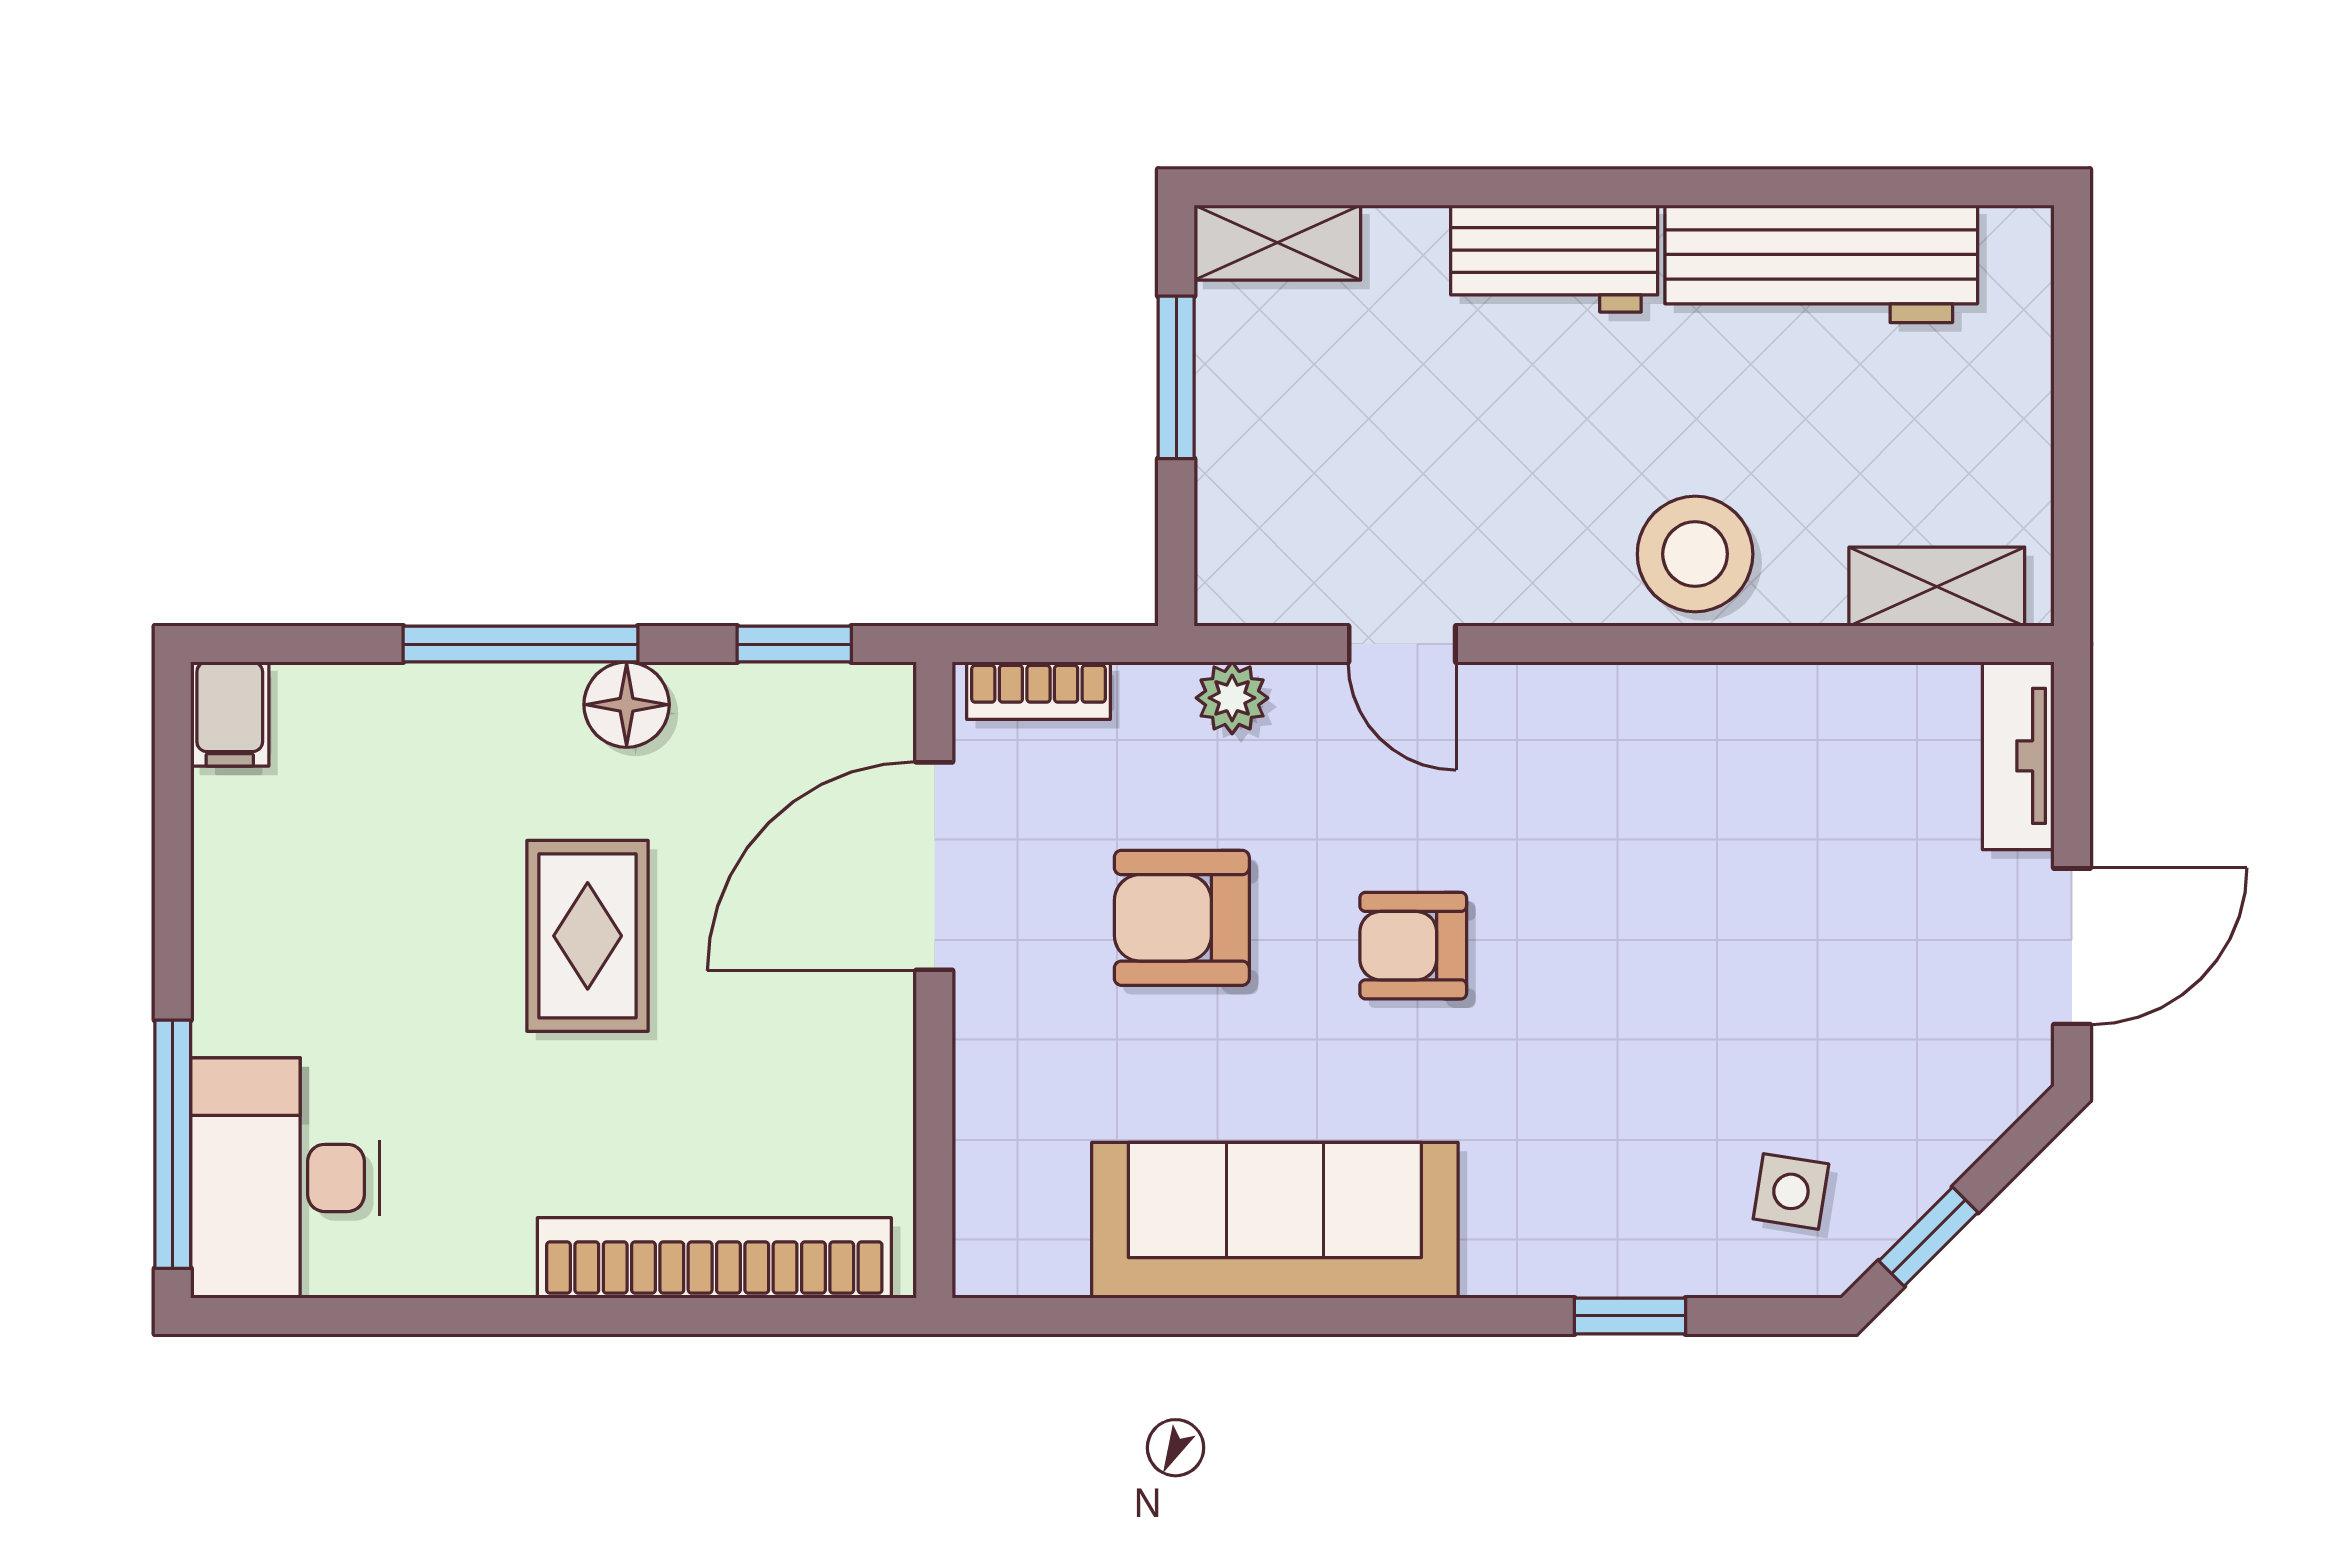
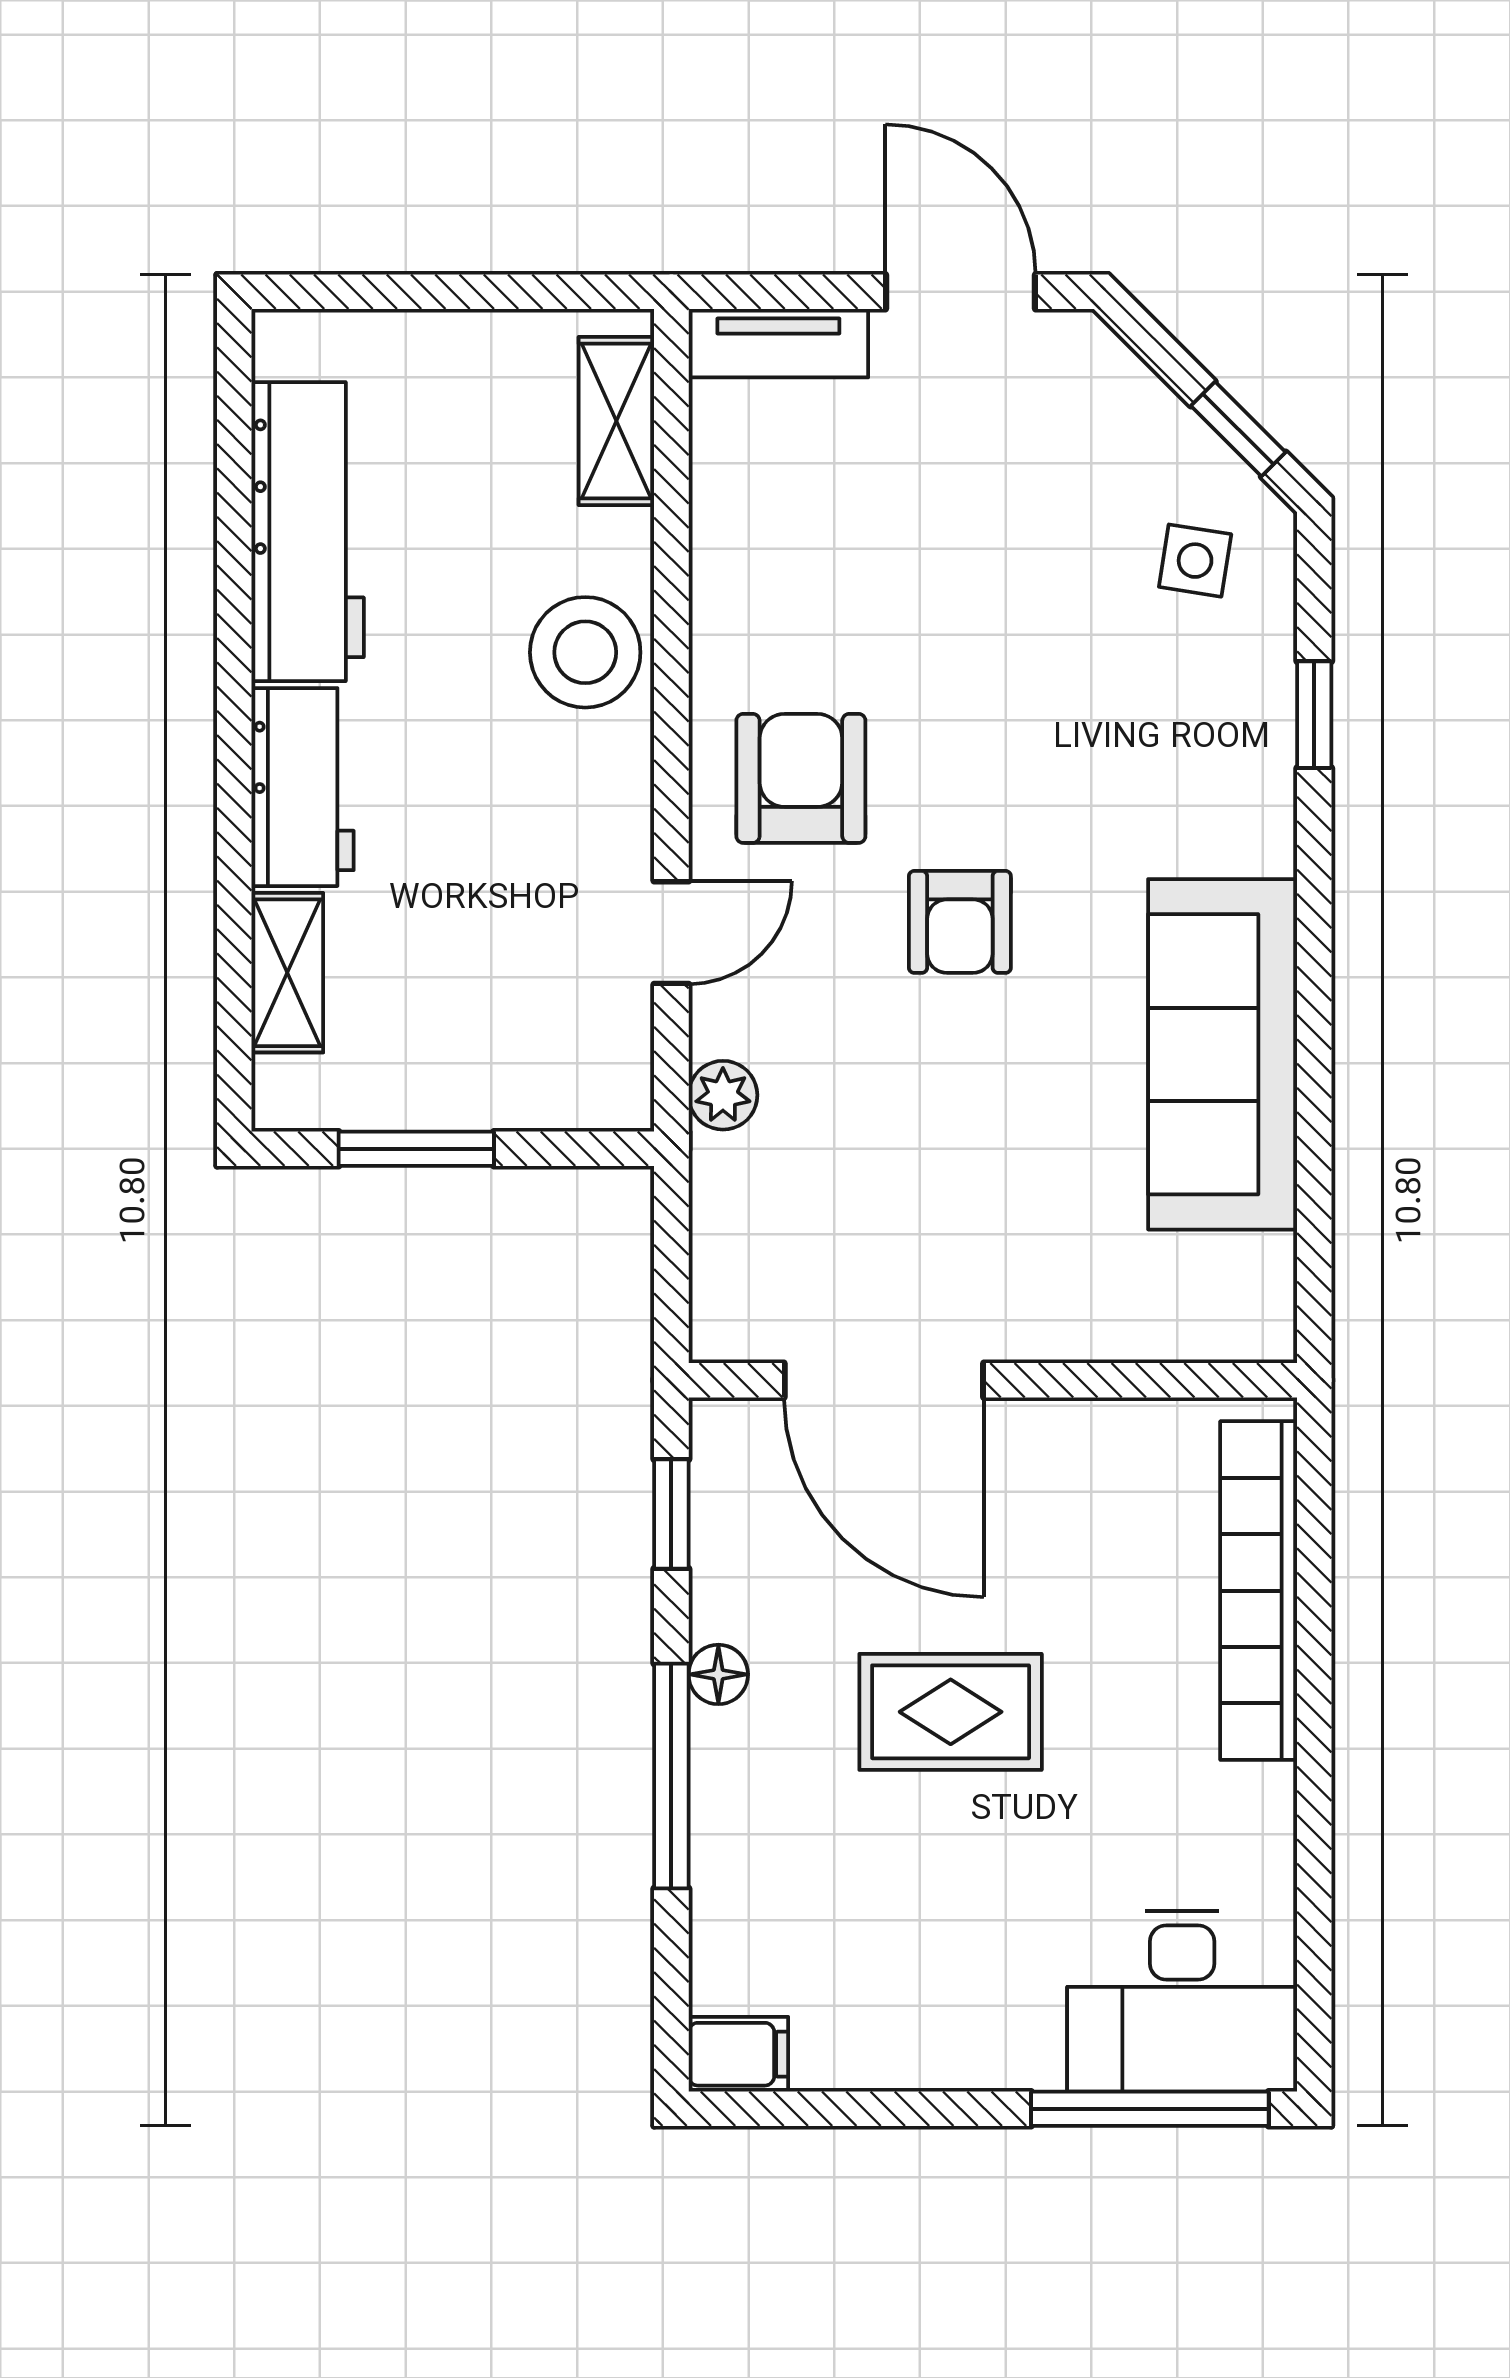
shelving: (1277, 243) -> (287, 973), moved
bookcase: (1038, 691) -> (716, 1280), removed
floor lamp: (627, 705) -> (718, 1674), width x0.73, depth x0.73
armchair: (1182, 918) -> (801, 778), moved, turned 180

